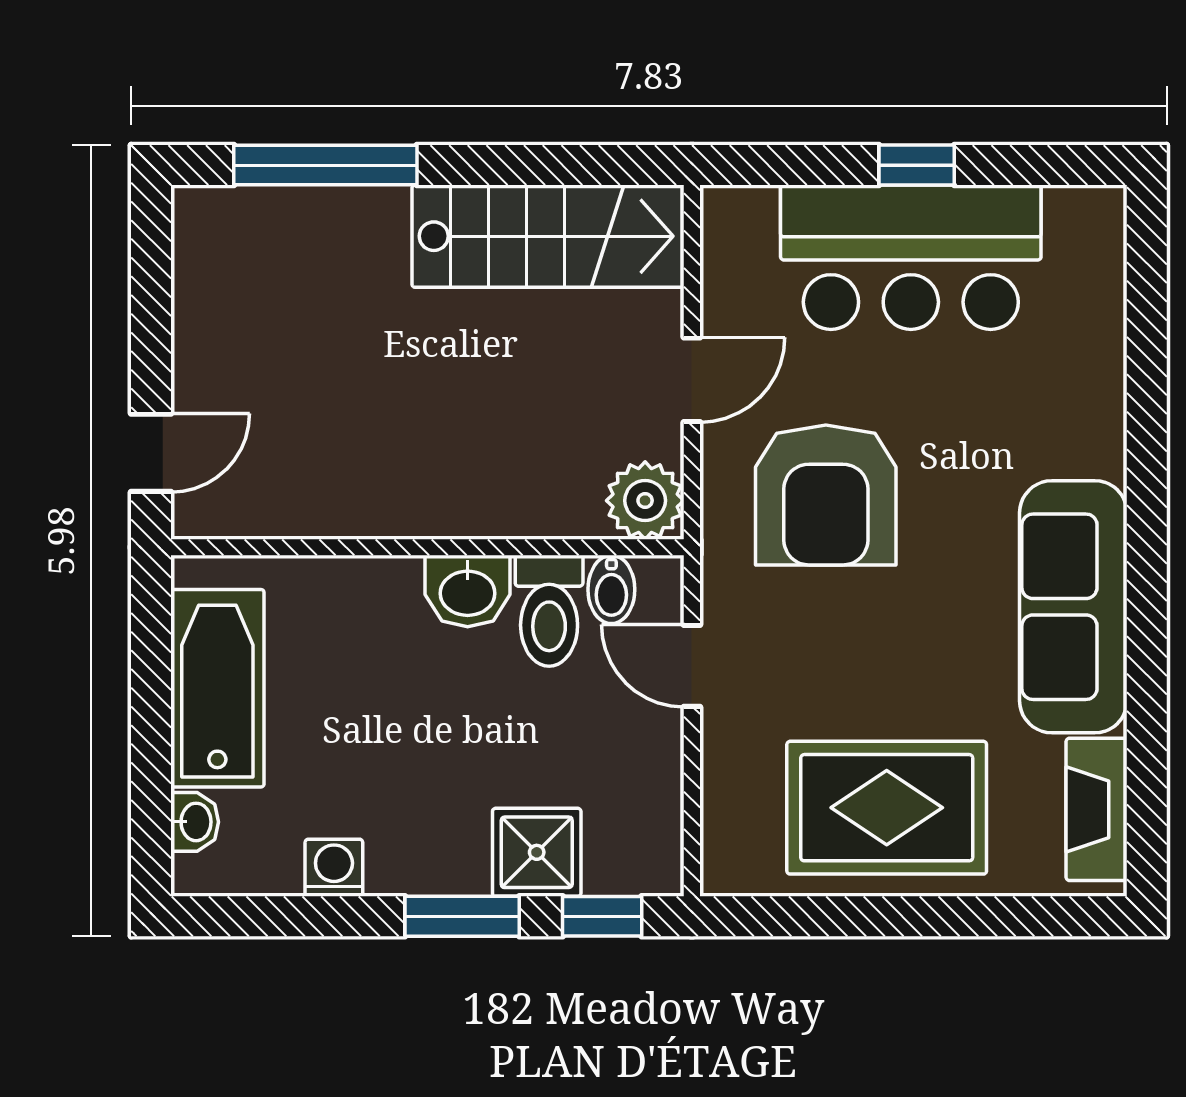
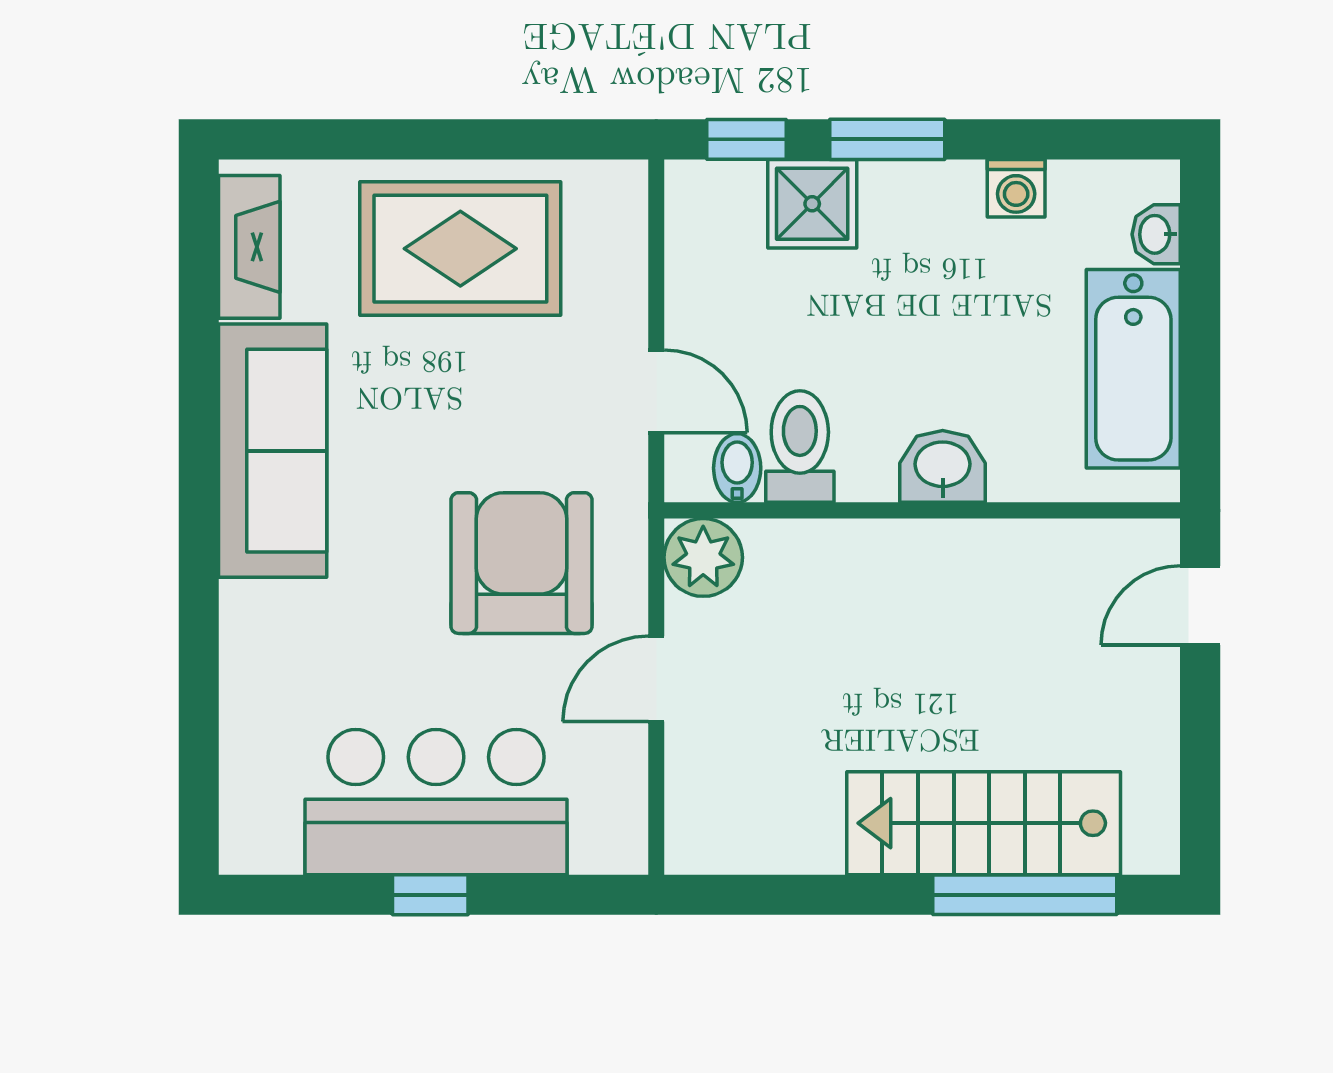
stairs: (548, 236) -> (984, 823), moved
washbasin: (468, 591) -> (943, 466), moved

